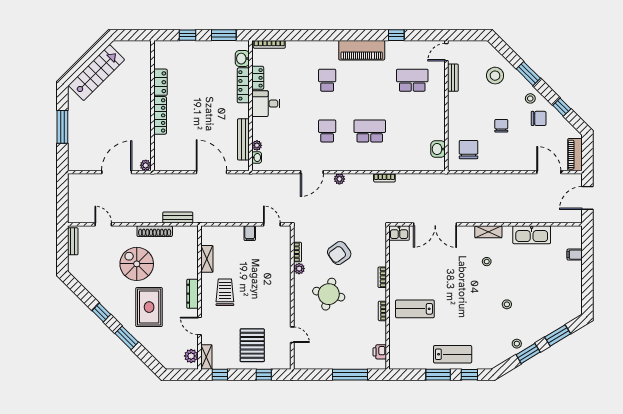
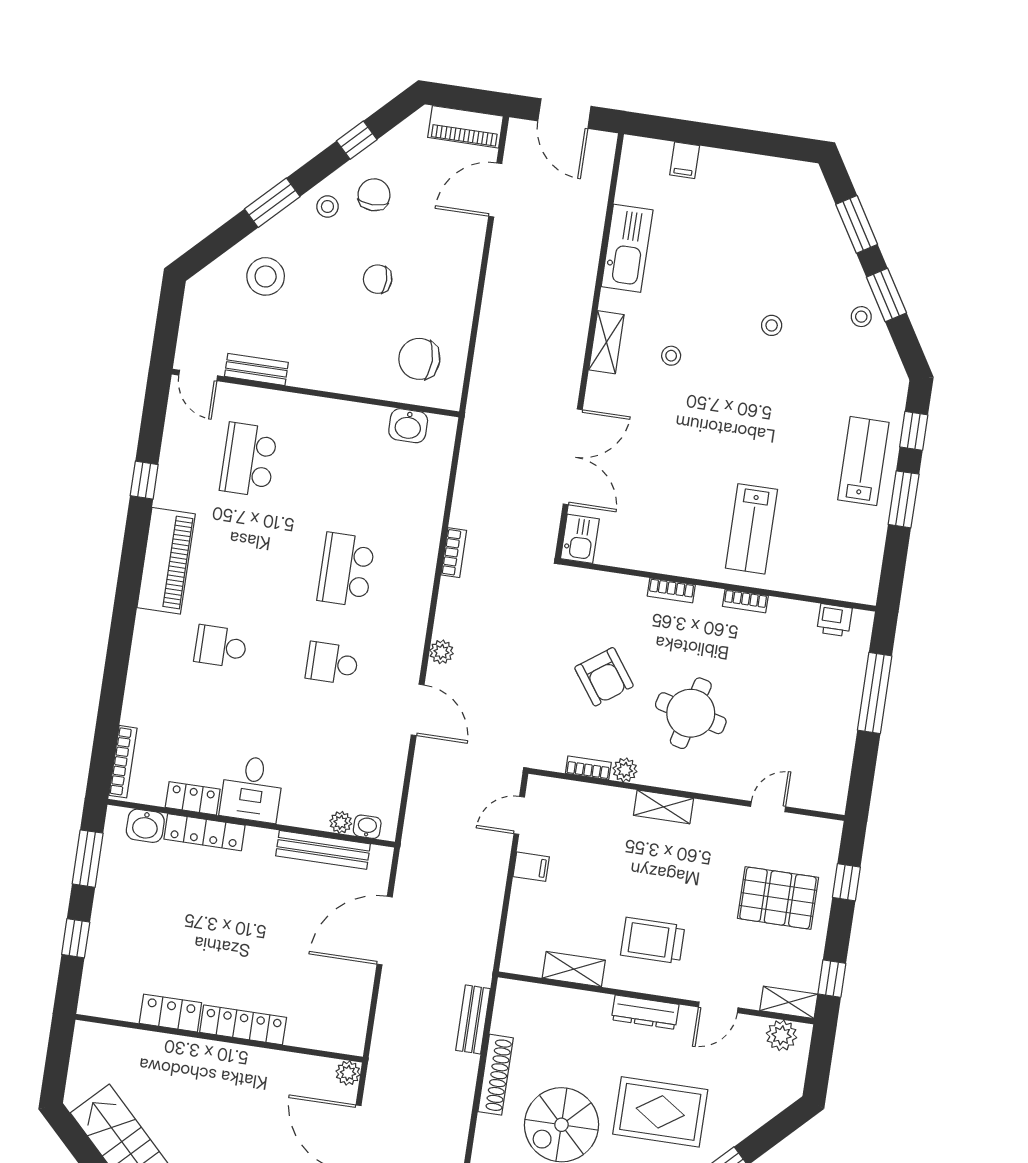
shelving: (285, 288) -> (664, 807), added

